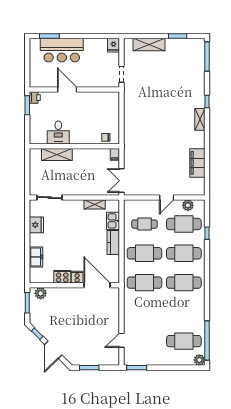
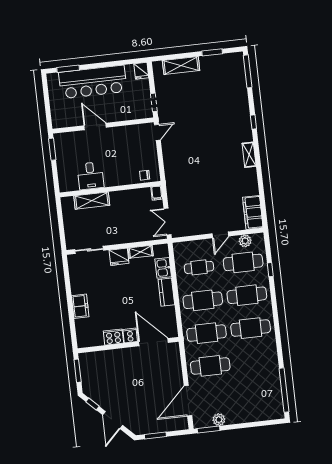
bar counter: (62, 50) -> (93, 82), width x1.36
printer: (35, 98) -> (60, 140), removed
door: (121, 101) -> (157, 132), added
shelving: (200, 119) -> (249, 155), moved
filing cabinet: (197, 163) -> (253, 212), moved
fridge: (36, 225) -> (119, 257), moved, turned 90
freezer: (36, 257) -> (80, 306), moved
plant: (41, 293) -> (91, 358), removed
door: (121, 340) -> (188, 401), width x1.88
cafe table: (184, 341) -> (210, 366), moved
plant: (199, 360) -> (219, 420), moved

